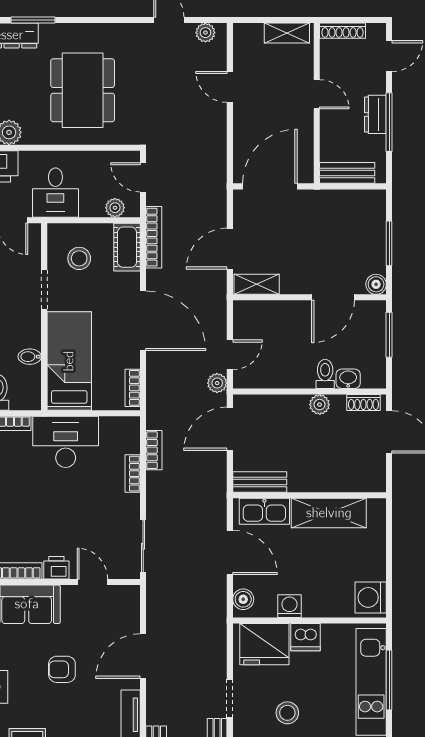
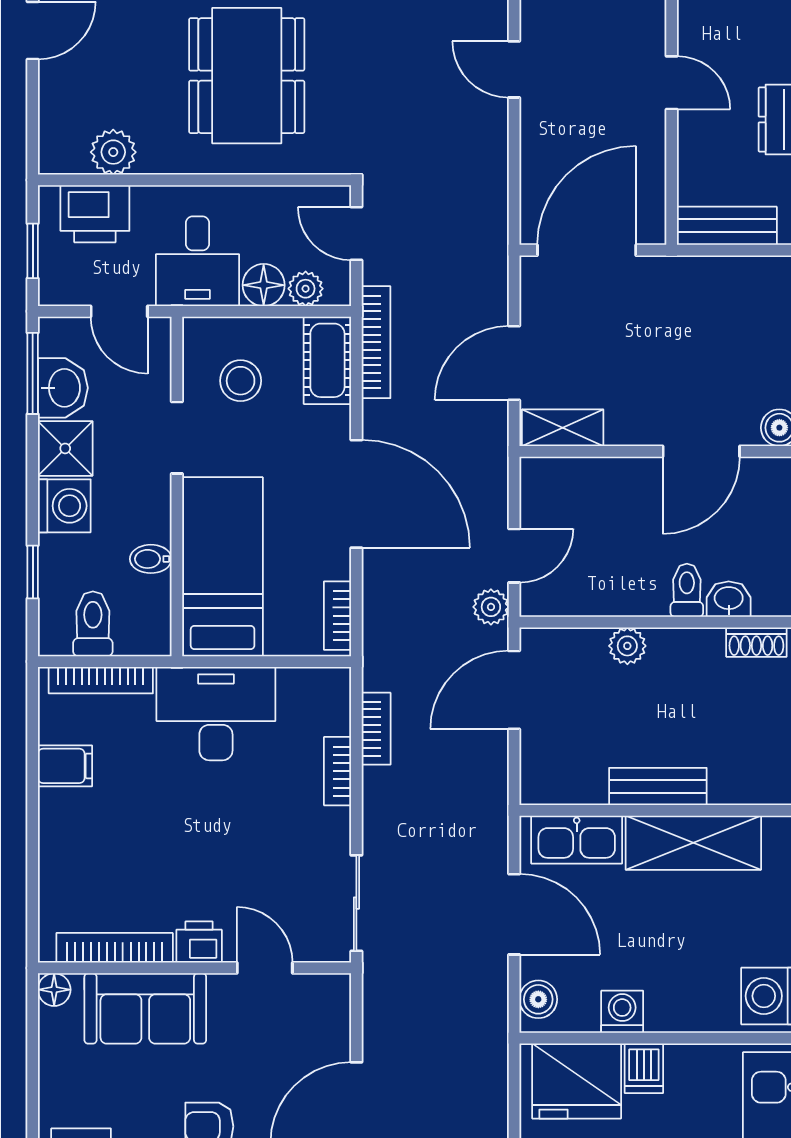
floor lamp: (92, 206) -> (264, 285), added
plant: (320, 405) -> (627, 646), moved
bench: (260, 482) -> (658, 786), moved
dishwasher: (305, 637) -> (644, 1068), width x0.73

